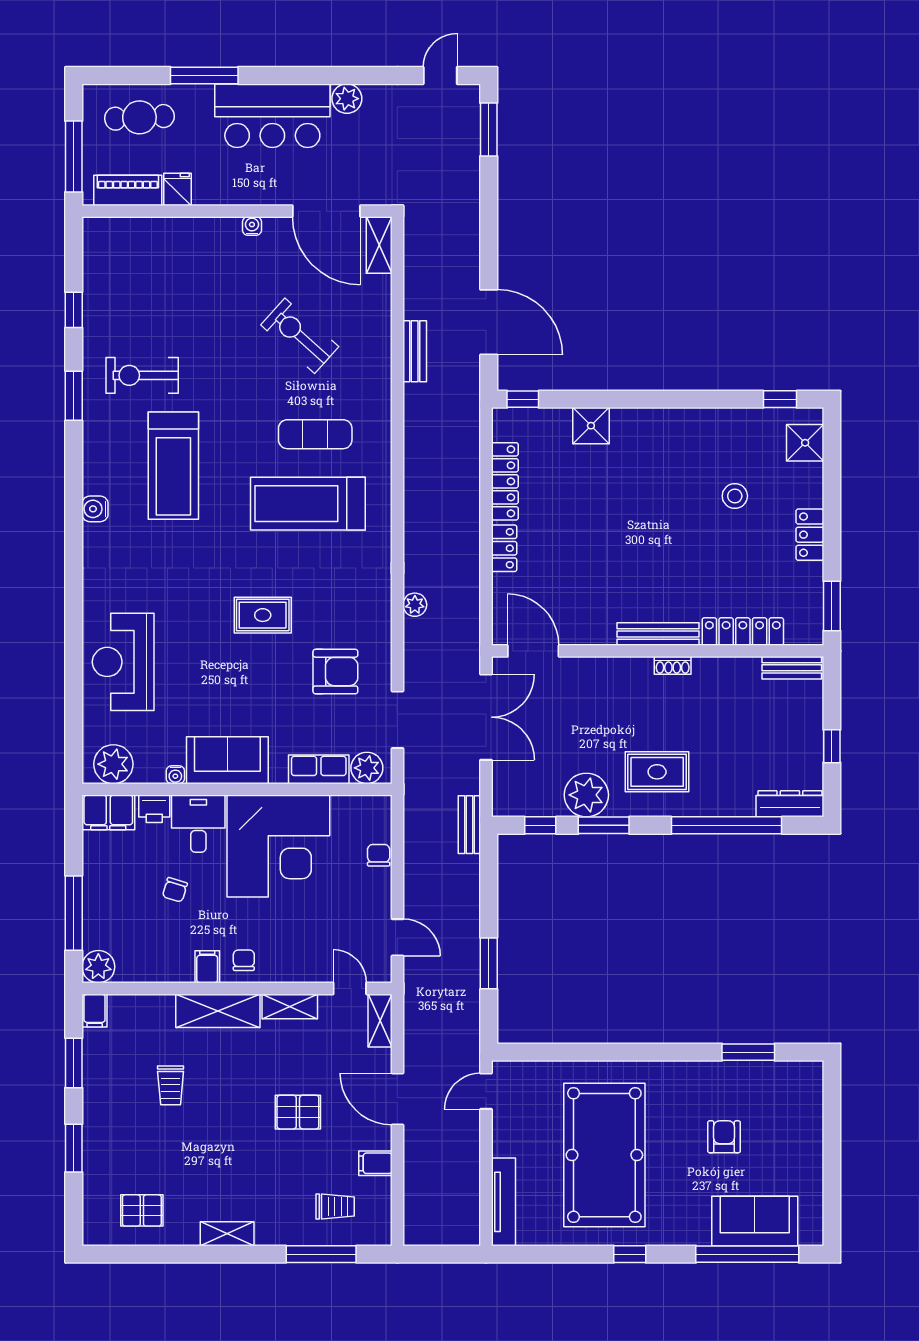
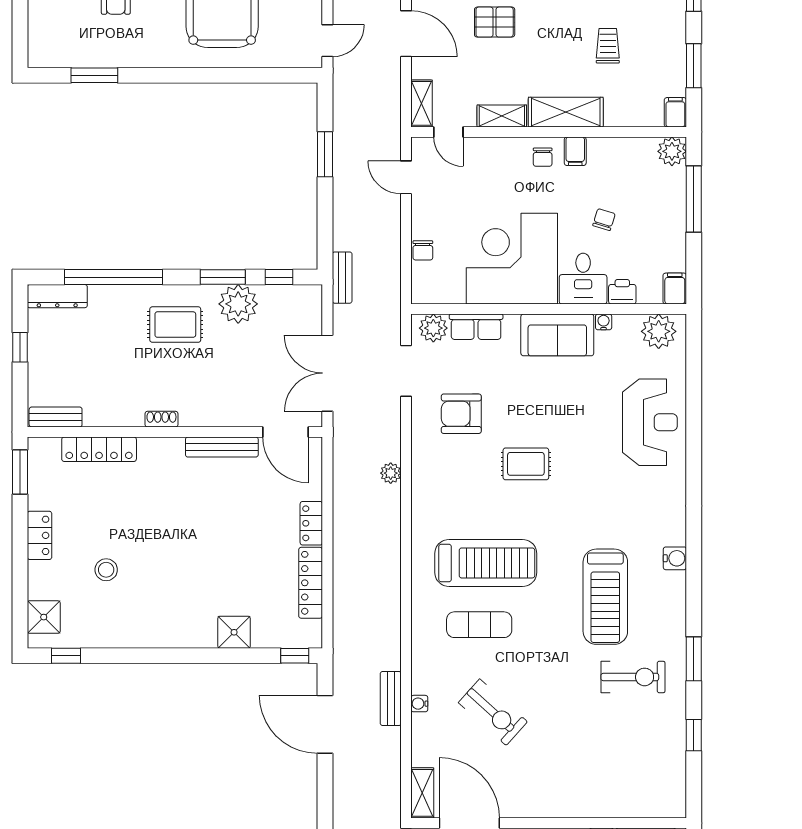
water cooler: (252, 226) -> (419, 704), moved, turned 90
treadmill: (173, 466) -> (605, 597), turned 180
bench: (658, 634) -> (222, 447), moved
filing cabinet: (108, 812) -> (675, 289), width x0.50

